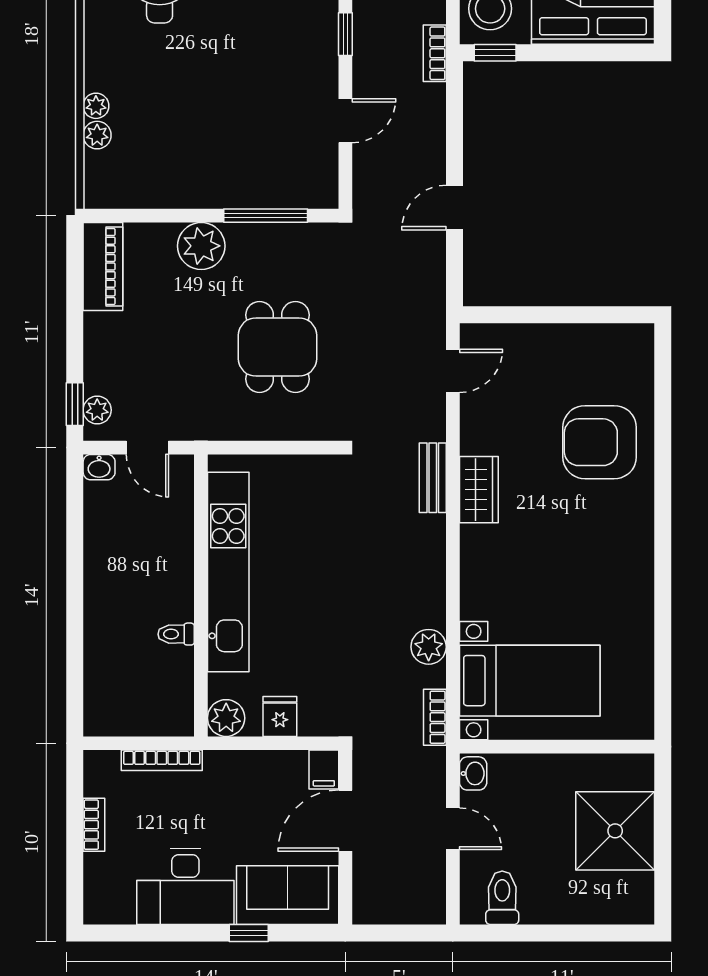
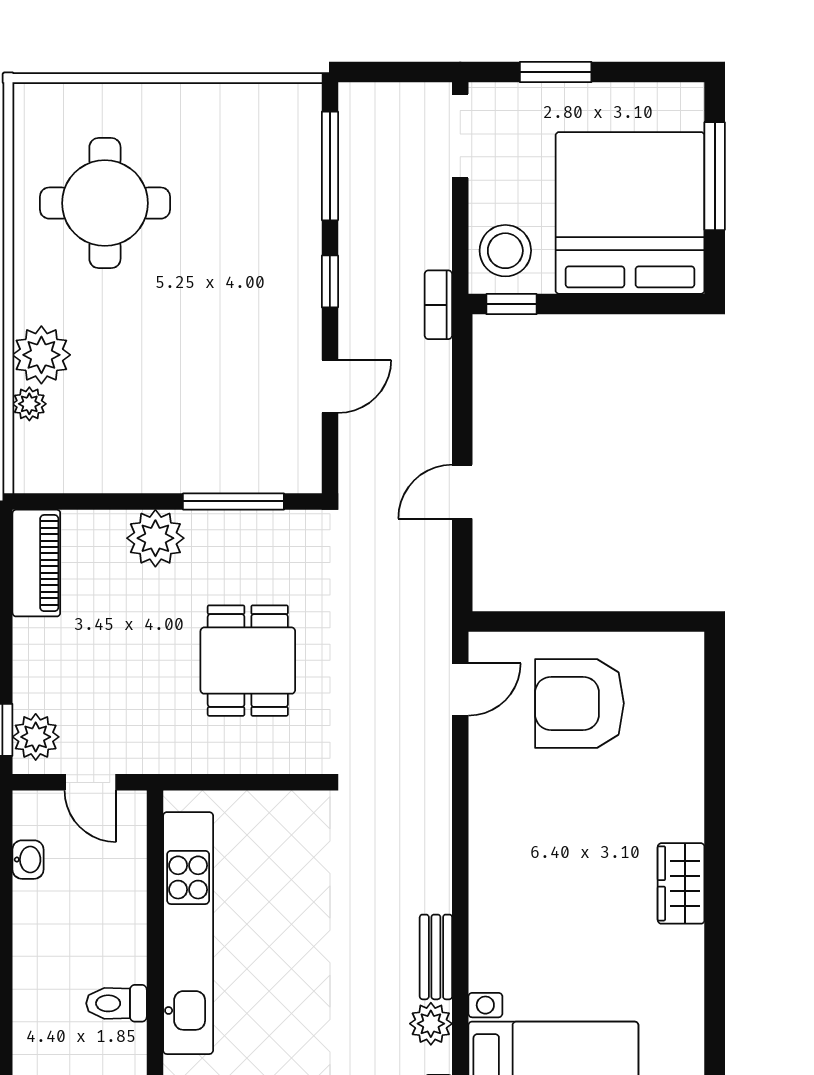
plant: (96, 106) -> (41, 355), width x1.87, depth x1.87
plant: (97, 410) -> (36, 737), width x1.38, depth x1.38
armchair: (600, 442) -> (579, 703), moved
washbasin: (99, 467) -> (28, 860), moved, turned -90
bench: (433, 478) -> (436, 957), moved
wardrobe: (479, 490) -> (681, 883), moved, turned 180
toilet: (176, 634) -> (117, 1003), width x1.37, depth x1.39

